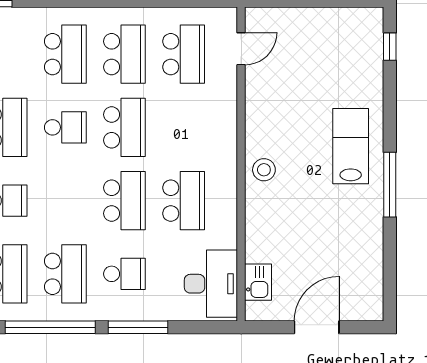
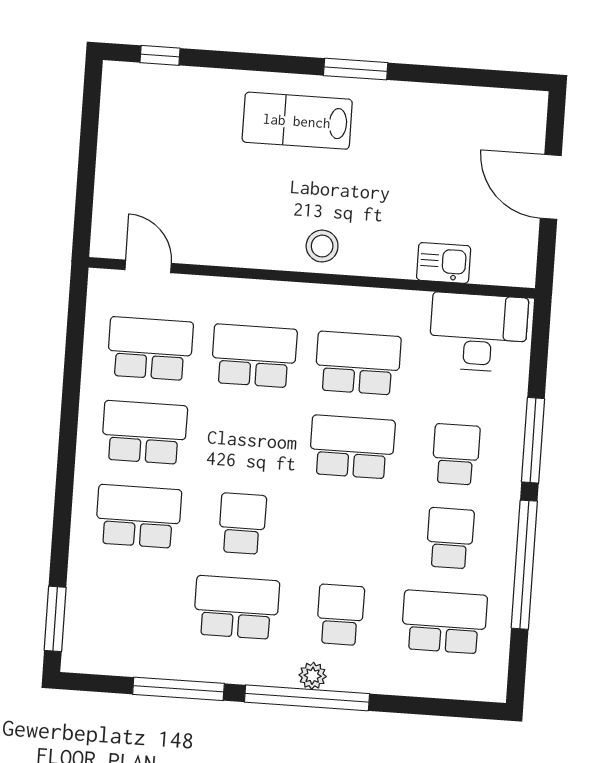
school desk: (124, 127) -> (254, 356), moved
window: (390, 185) -> (356, 69), width x0.69
school desk: (65, 274) -> (450, 538), width x0.54
kitchen sink: (258, 282) -> (444, 263), moved

